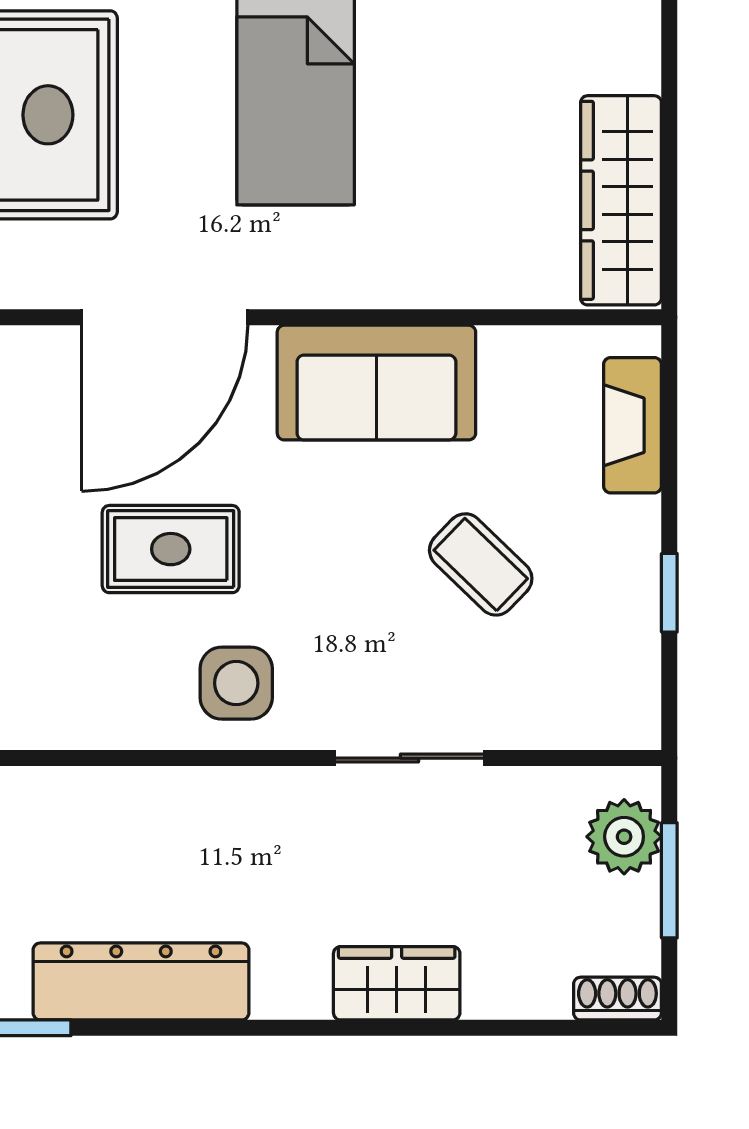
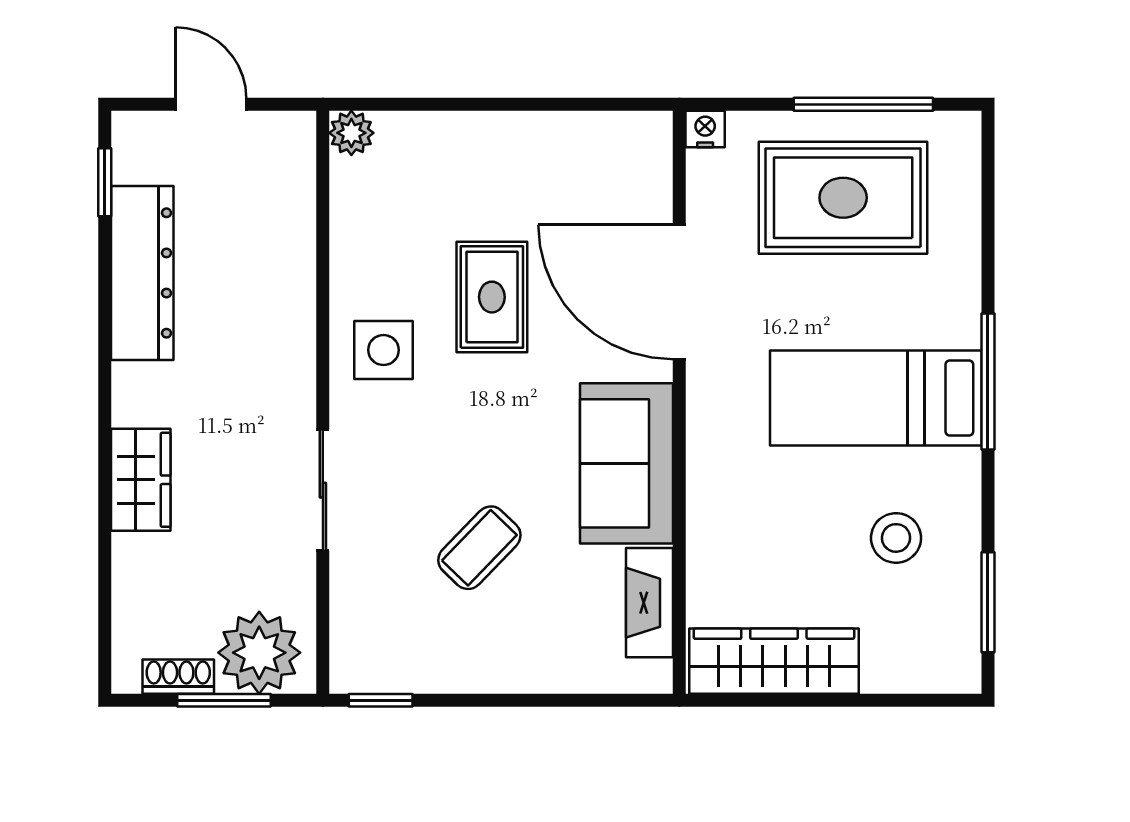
stool: (469, 49) -> (896, 538), added
fireplace: (632, 425) -> (650, 603), moved, turned -90
window: (669, 593) -> (381, 700), moved
plant: (624, 837) -> (259, 653), width x1.36, depth x1.36
shoe rack: (617, 999) -> (178, 677), moved, turned -90

